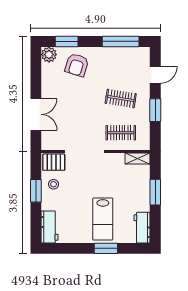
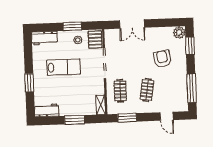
armchair: (77, 65) -> (162, 59), moved, turned 64
window: (155, 110) -> (127, 118), moved
lab bench: (103, 219) -> (64, 67), moved, turned 180

